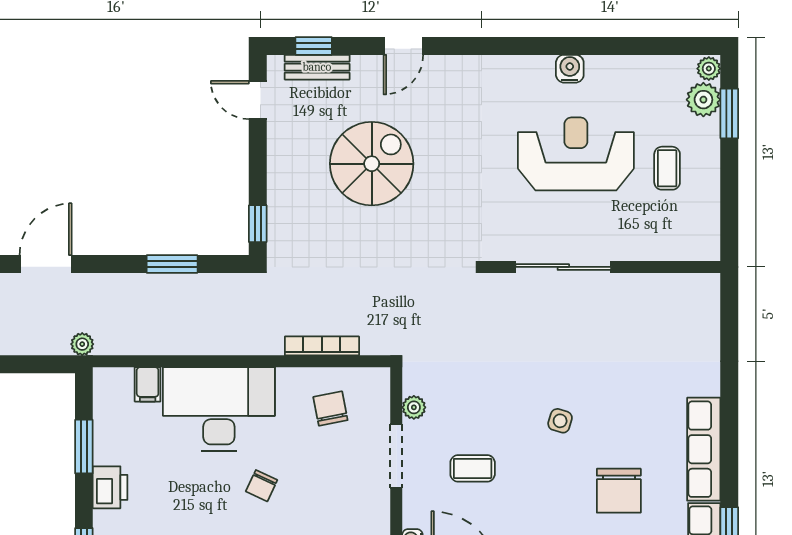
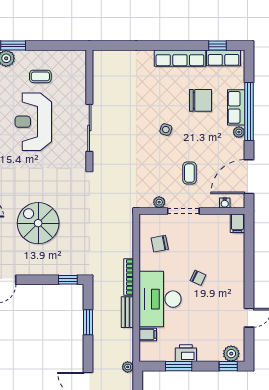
bench: (192, 343) -> (127, 312), added
bookcase: (322, 346) -> (129, 277), moved
printer: (110, 487) -> (186, 353), moved

